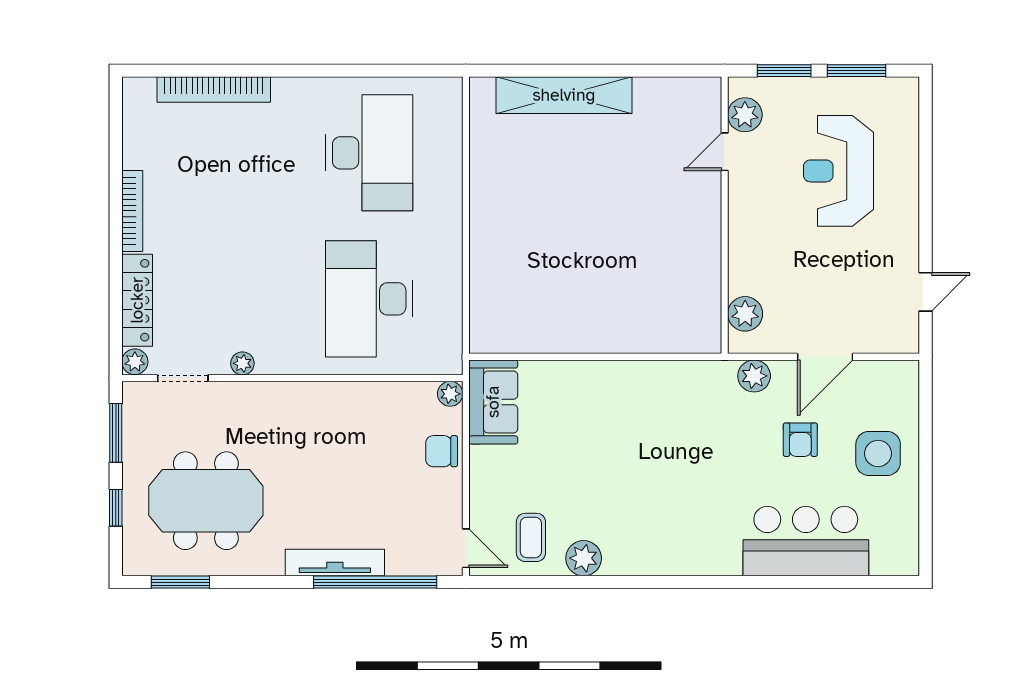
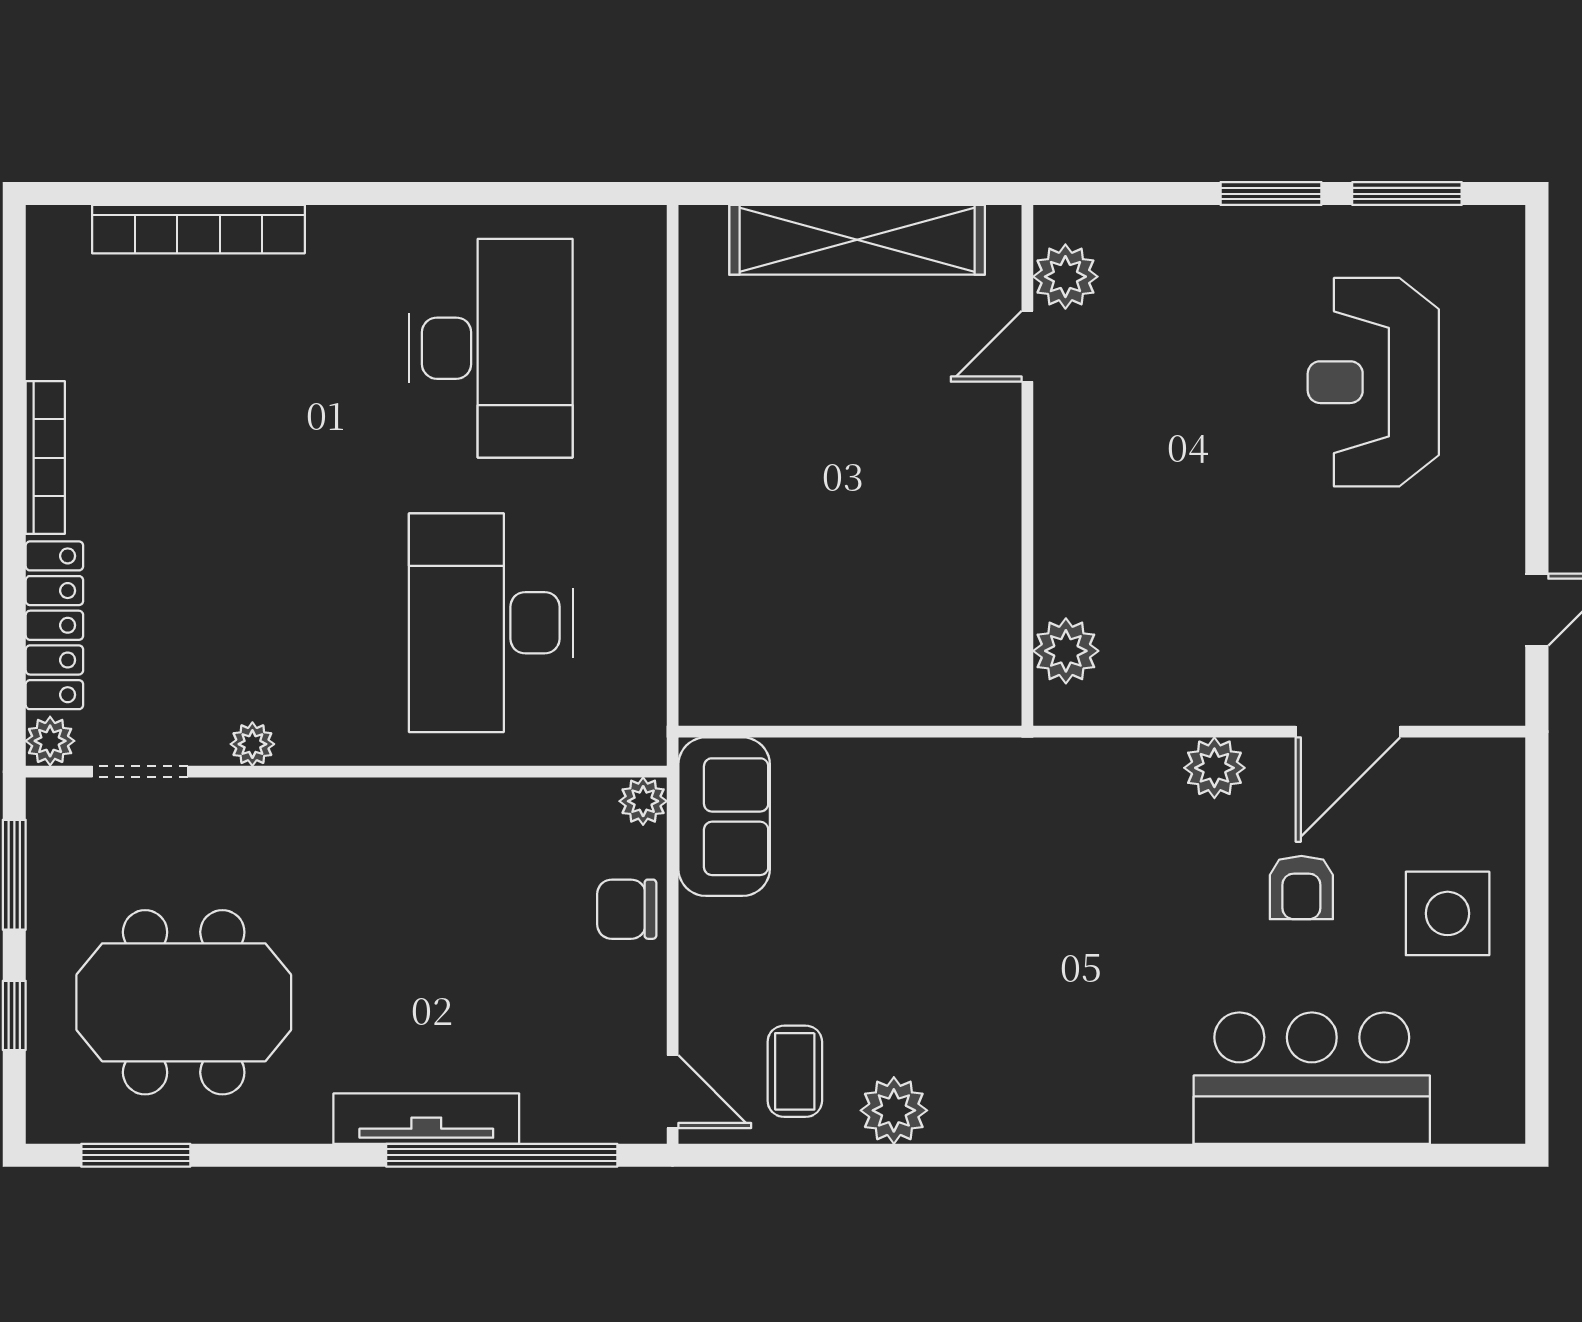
plant: (745, 115) -> (1065, 277), moved
door: (725, 152) -> (1027, 346), moved
wall: (725, 215) -> (1027, 465), moved
plant: (745, 314) -> (1066, 651), moved

